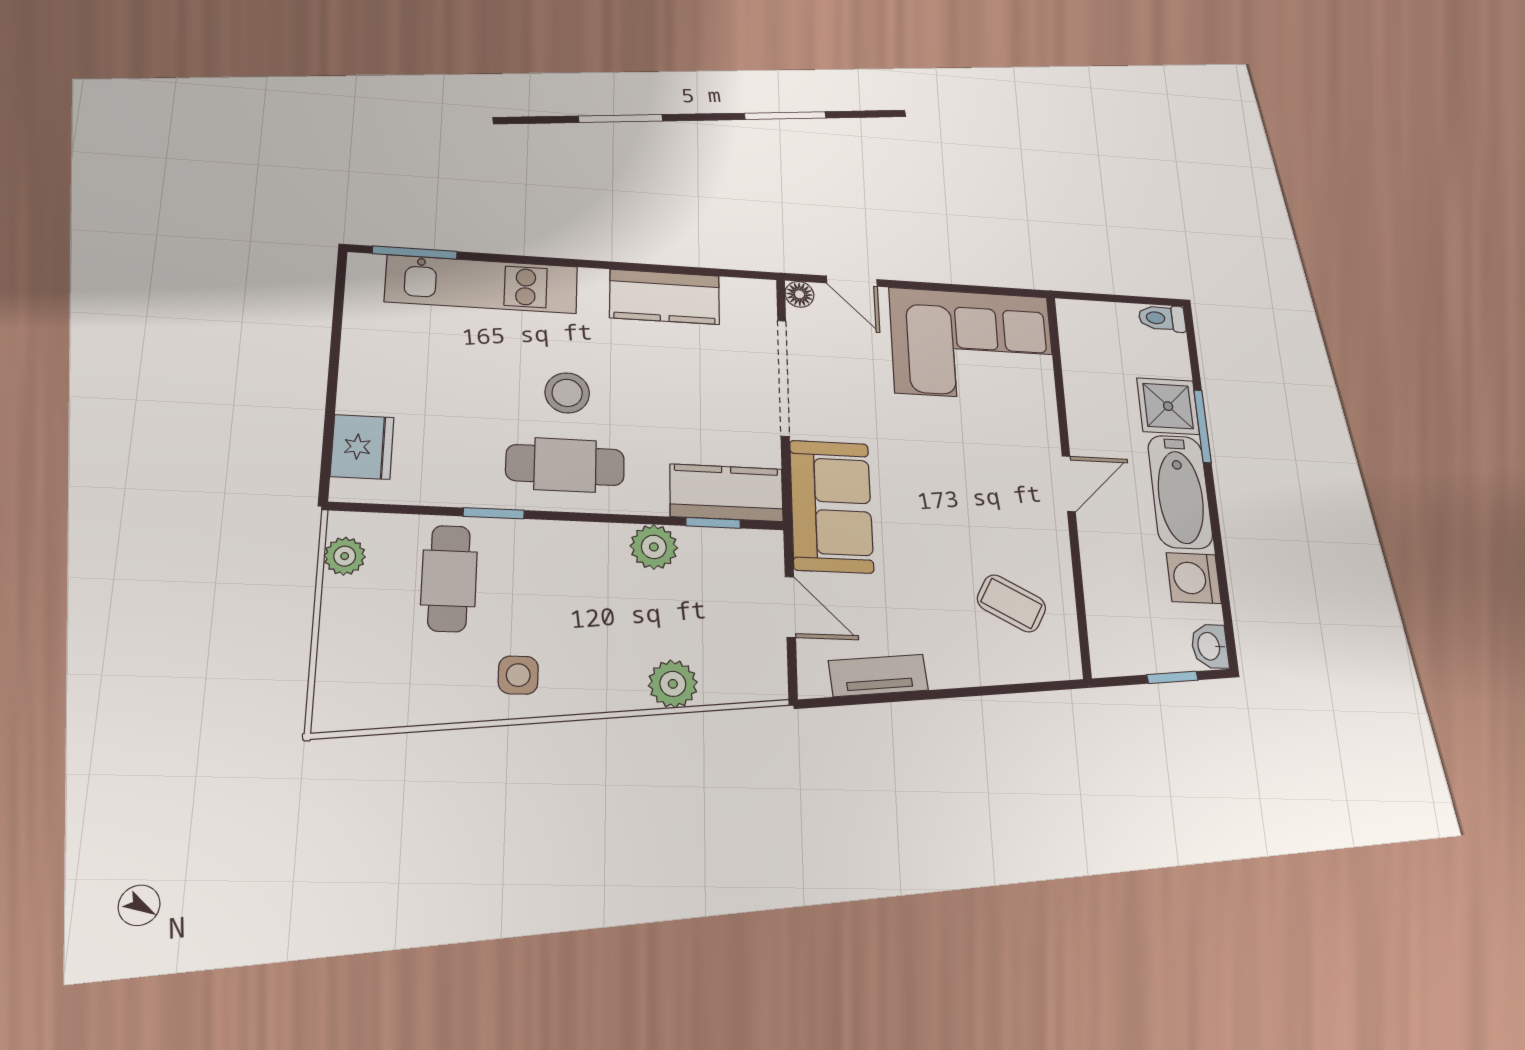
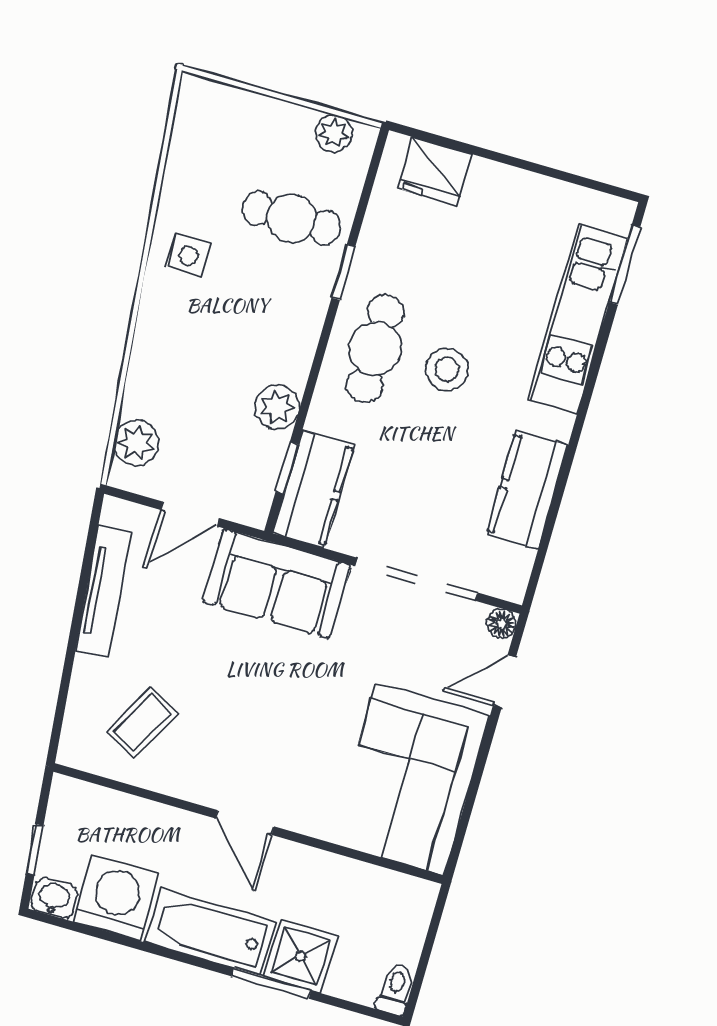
washing machine: (1194, 578) -> (116, 898), width x1.37, depth x1.37
tv unit: (878, 675) -> (104, 592), width x1.41
plant: (673, 684) -> (136, 443), moved

